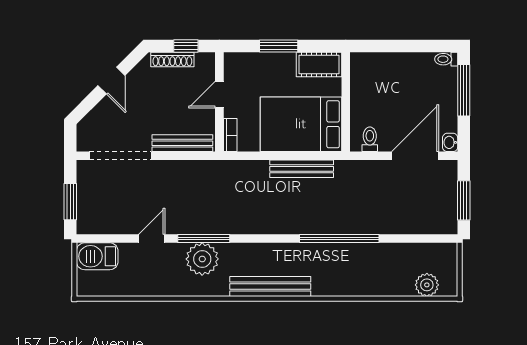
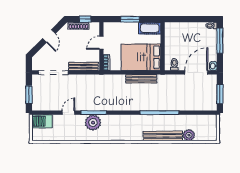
plant: (427, 285) -> (189, 135), moved
bench: (270, 287) -> (163, 136), moved

